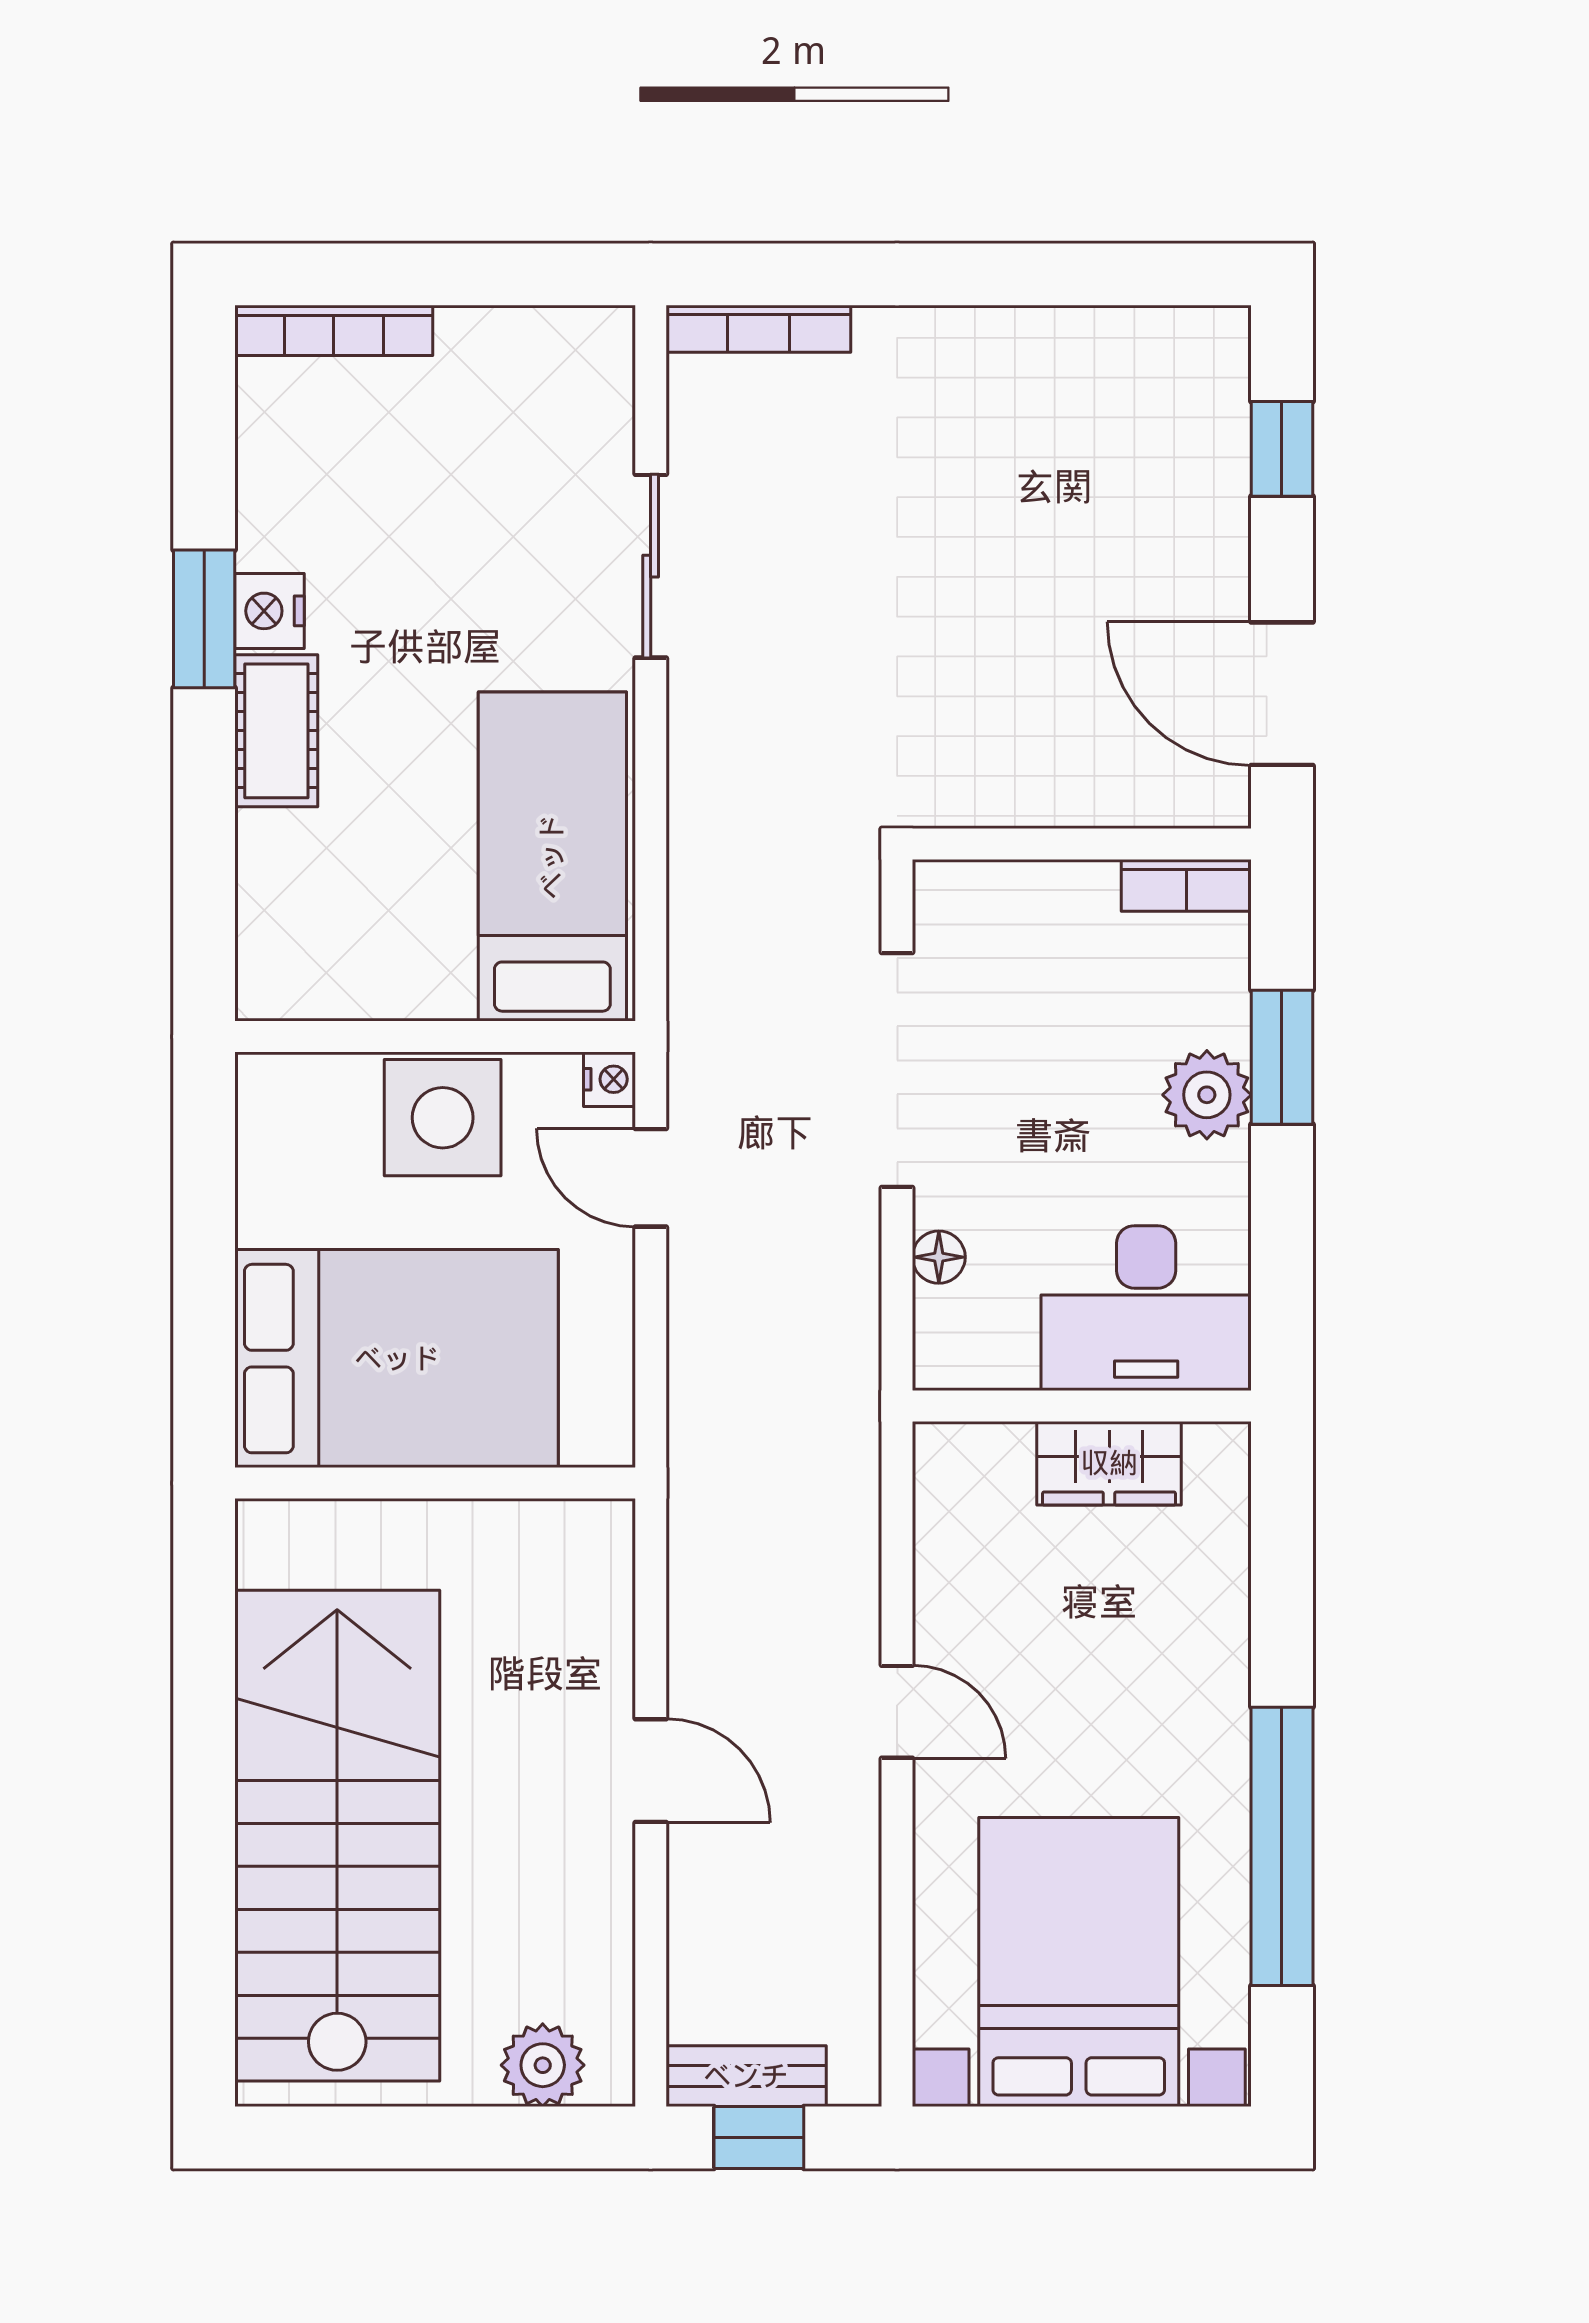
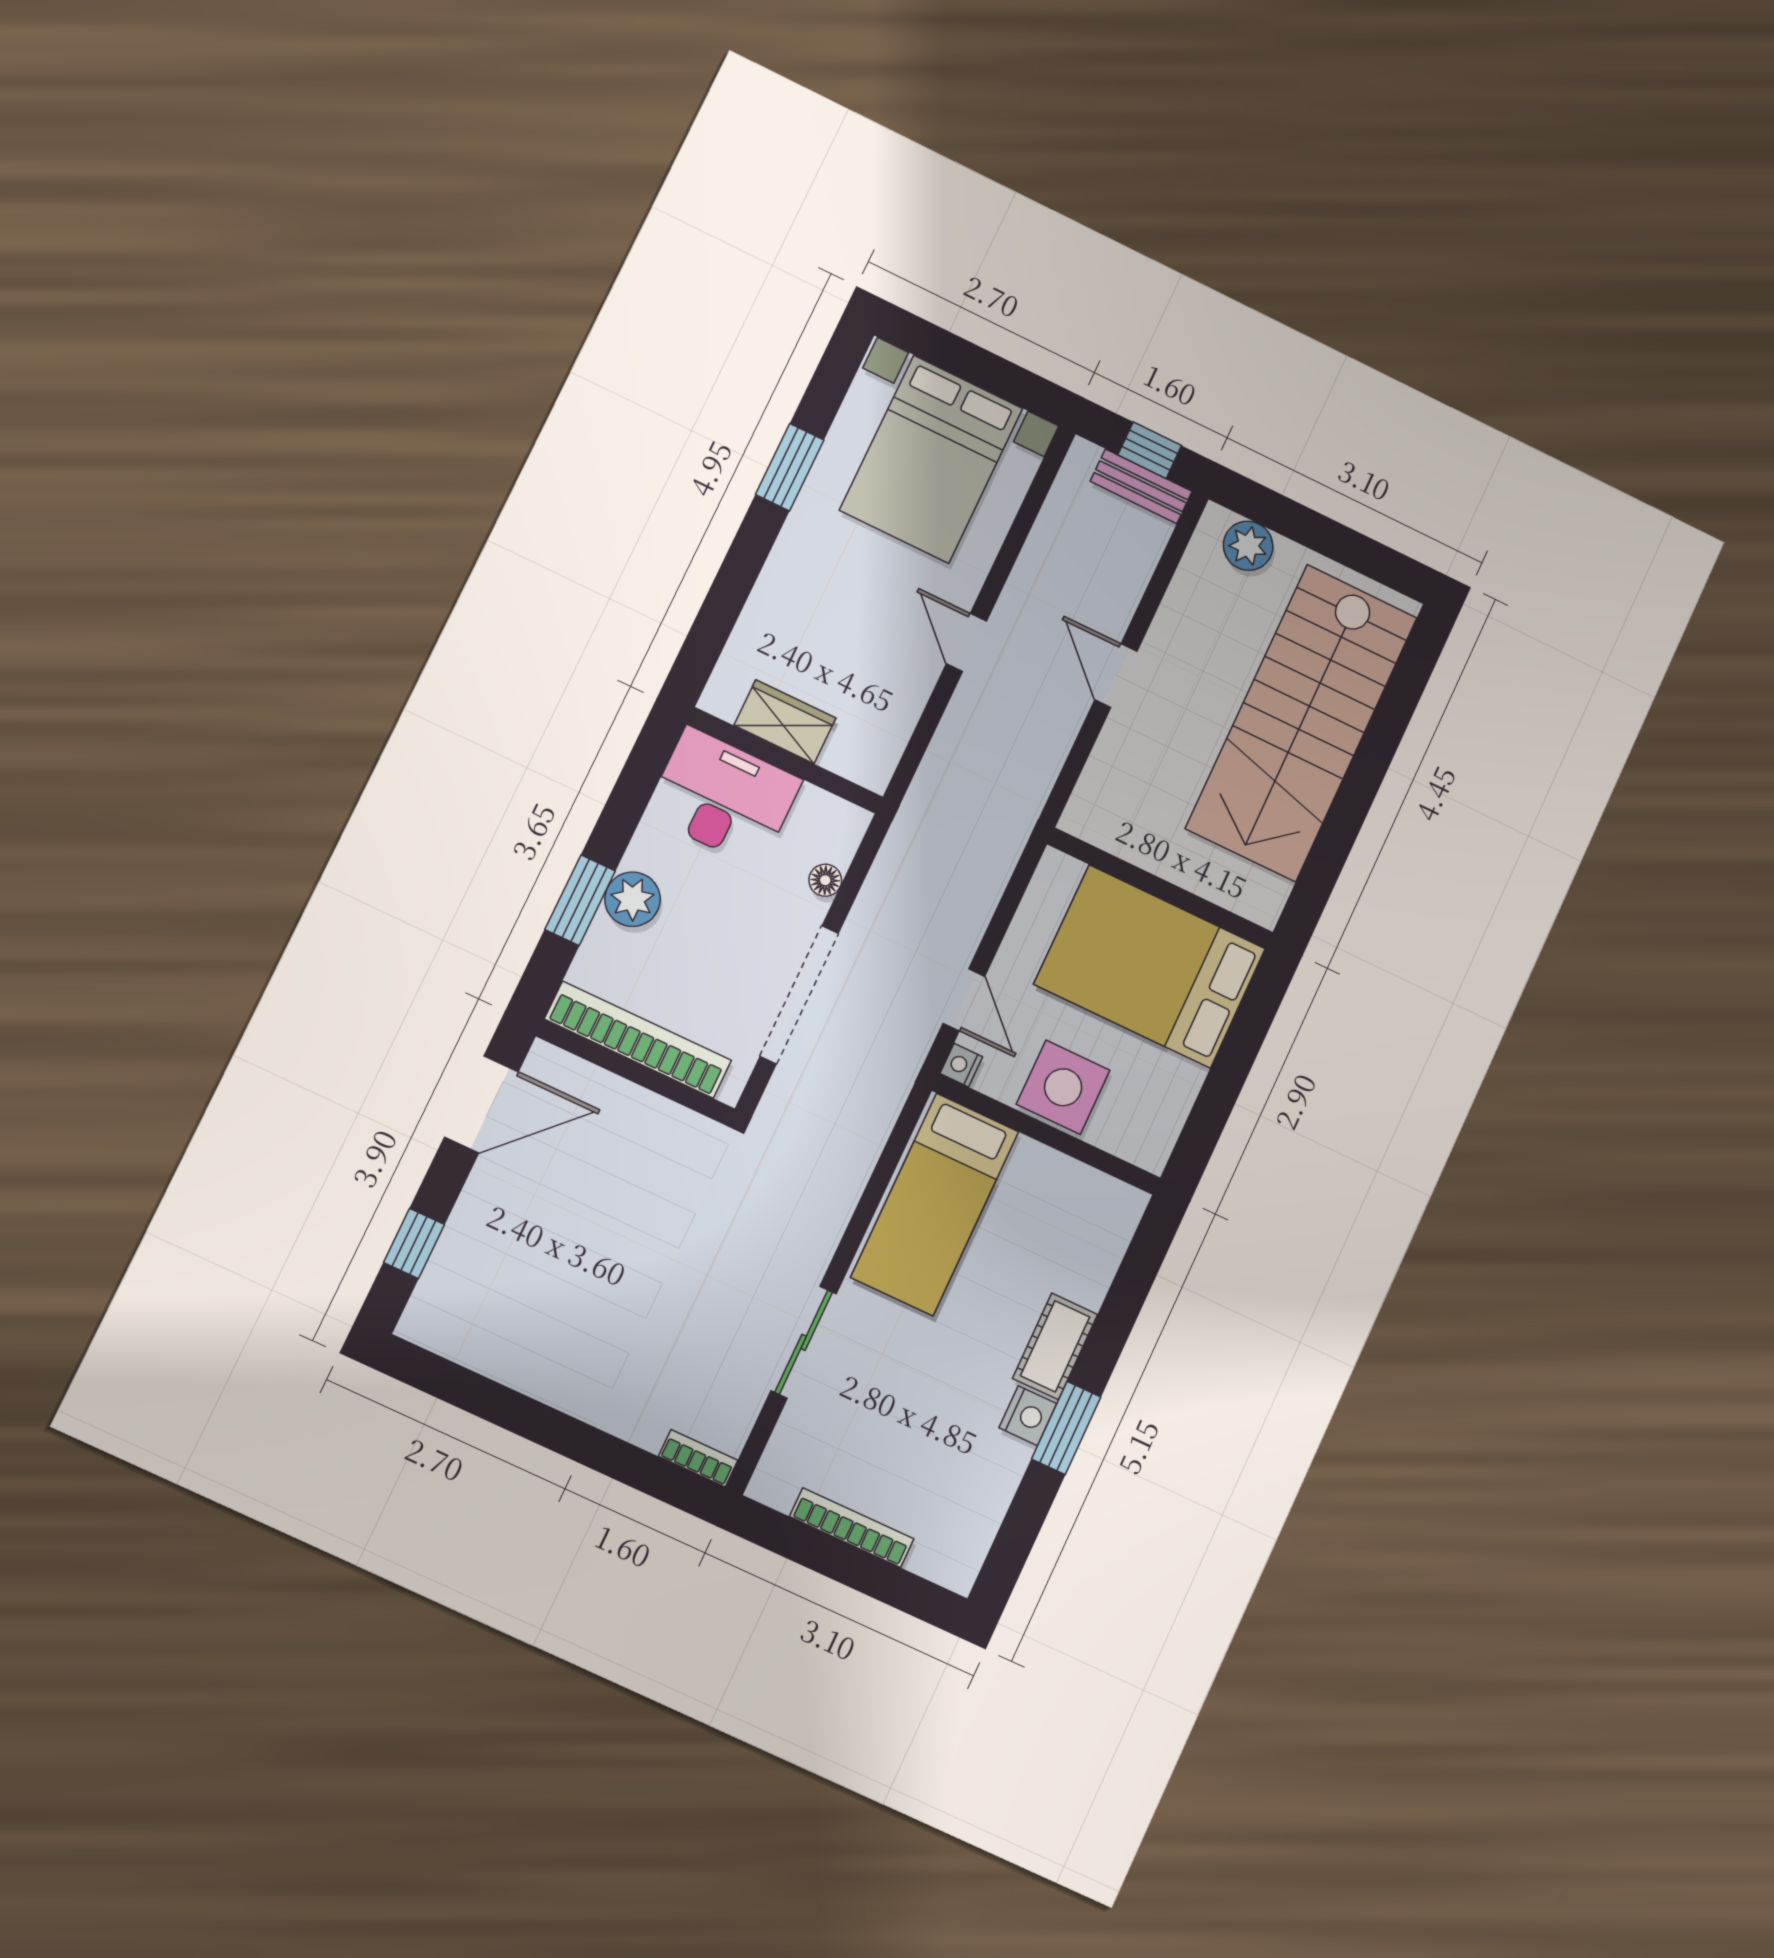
bookcase: (758, 329) -> (698, 1458), width x0.64
bookcase: (334, 330) -> (852, 1528), moved
door: (1282, 694) -> (481, 1104), hinge flipped
bookcase: (1186, 885) -> (638, 1040), width x2.31, depth x1.31
window: (1282, 1846) -> (790, 467), width x0.47

